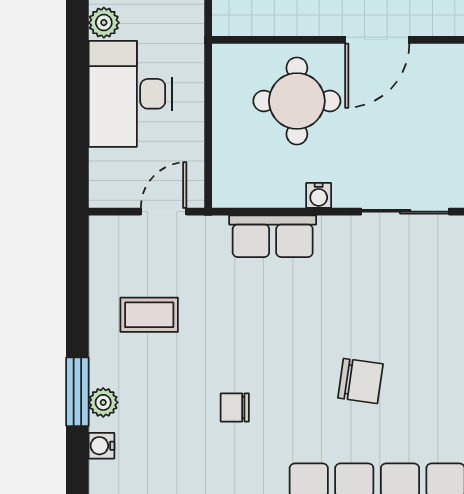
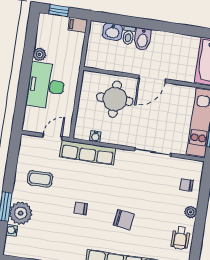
water cooler: (319, 195) -> (95, 136), moved
row of seats: (273, 236) -> (88, 153), width x1.48
plant: (103, 402) -> (21, 213), width x1.88, depth x1.88
chair: (235, 407) -> (81, 208), moved

